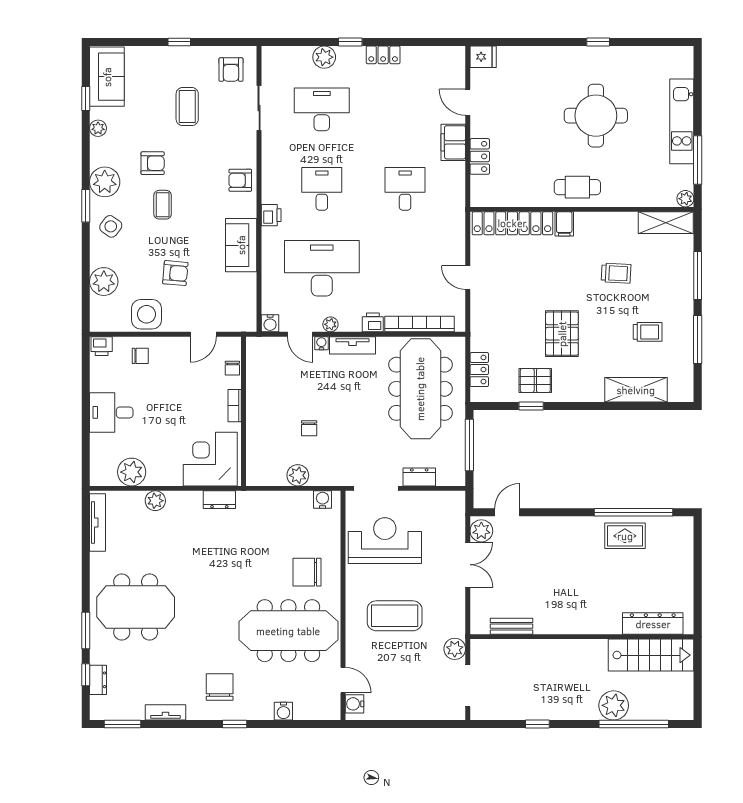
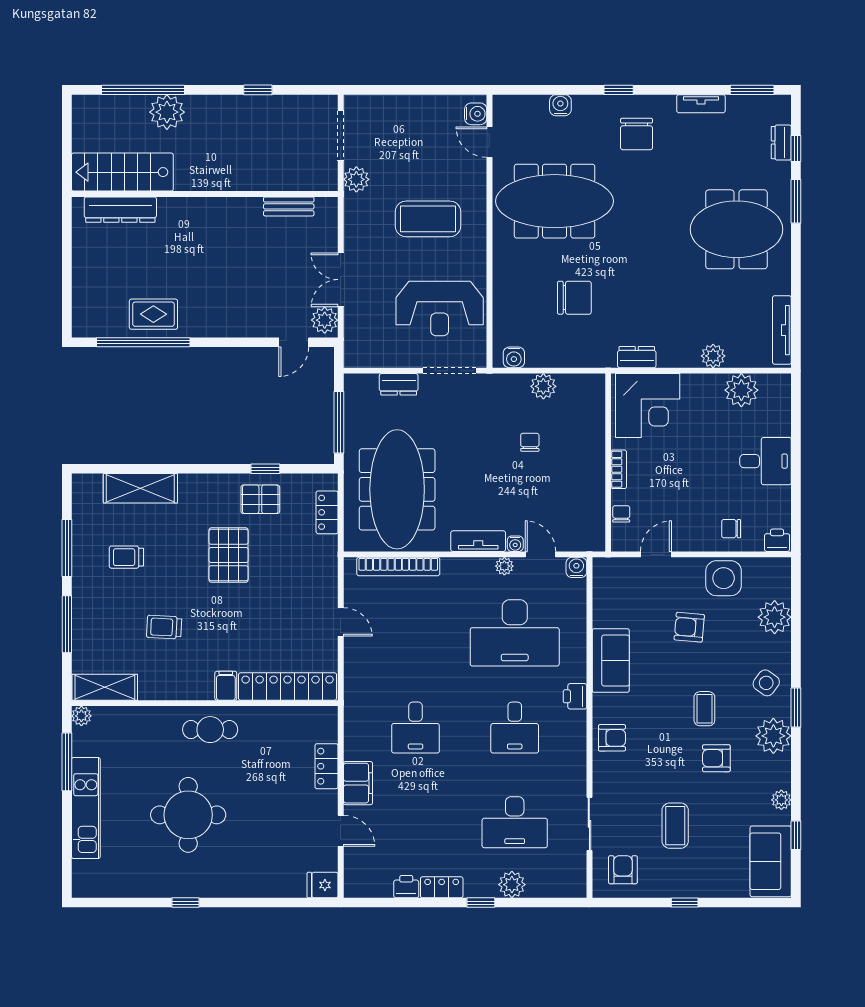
printer: (373, 322) -> (406, 887), moved, turned 180
chair: (307, 572) -> (574, 298), moved

